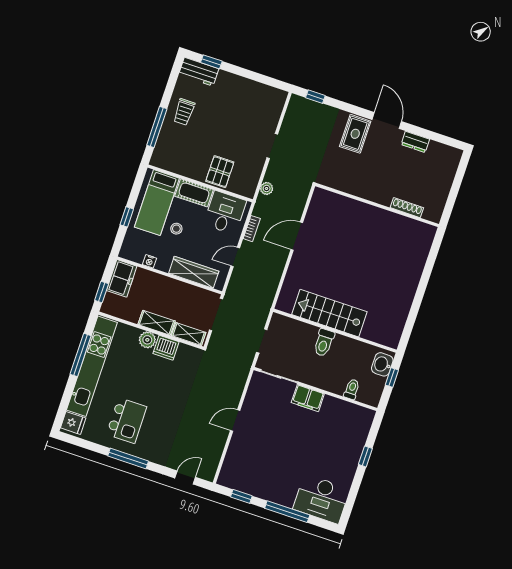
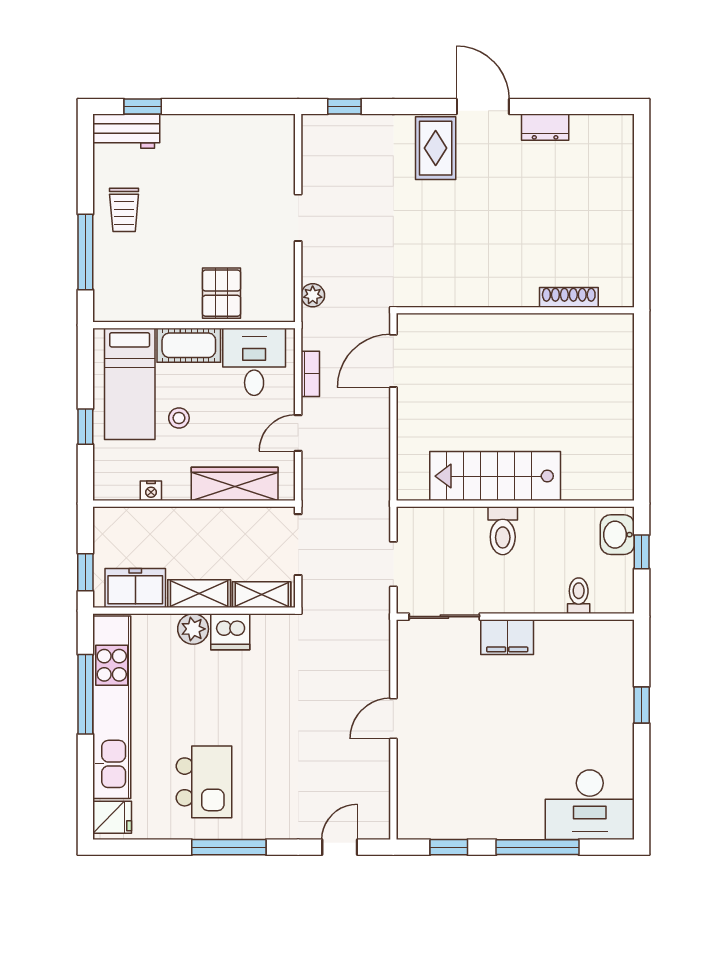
wall: (377, 205) -> (515, 310), moved
shoe rack: (407, 208) -> (569, 297), moved
freezer: (122, 278) -> (135, 588), moved, turned -90

